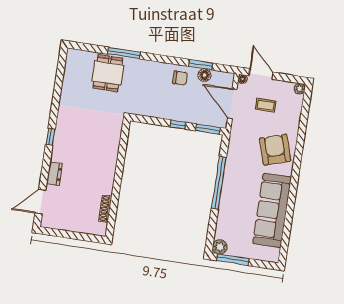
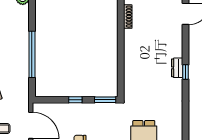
window: (208, 129) -> (105, 100), moved
dresser: (54, 174) -> (177, 68), moved

